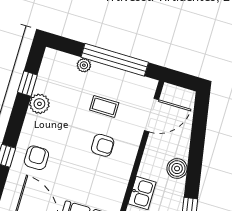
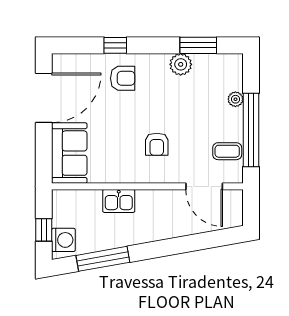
window: (27, 84) -> (198, 45), width x1.50
coffee table: (104, 106) -> (227, 151), moved, turned 90
boiler: (177, 169) -> (156, 230), removed

